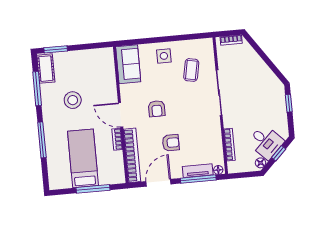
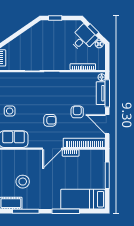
coffee table: (191, 70) -> (22, 91), removed
stool: (73, 100) -> (23, 182), moved
bed: (83, 158) -> (83, 199), moved

